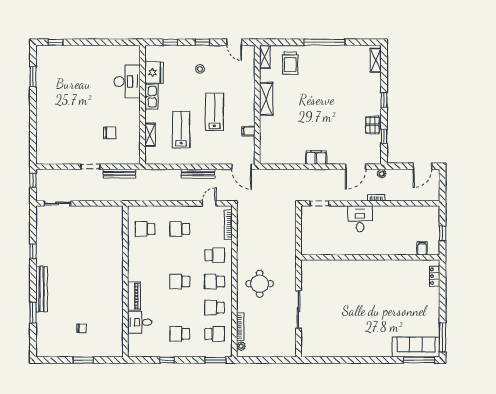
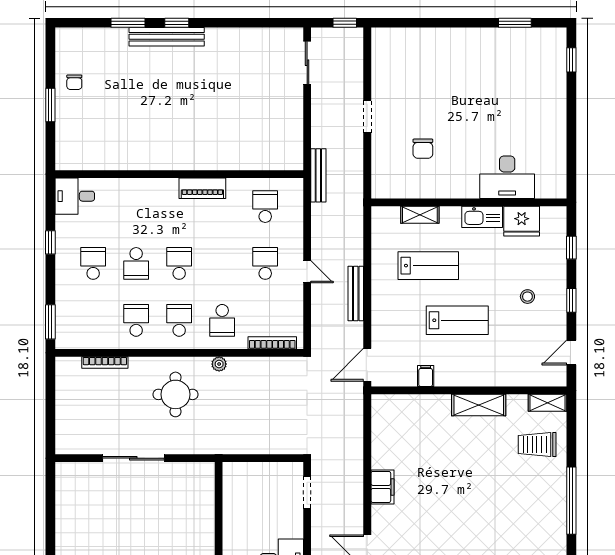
bench: (119, 174) -> (318, 175), moved
door: (209, 203) -> (307, 272), moved
window: (33, 251) -> (177, 23), moved
piano: (134, 296) -> (202, 188), moved
desk: (140, 322) -> (75, 196), moved, turned -90
chair: (82, 328) -> (74, 82), moved
school desk: (215, 334) -> (136, 263), moved
plant: (241, 346) -> (219, 364), moved

